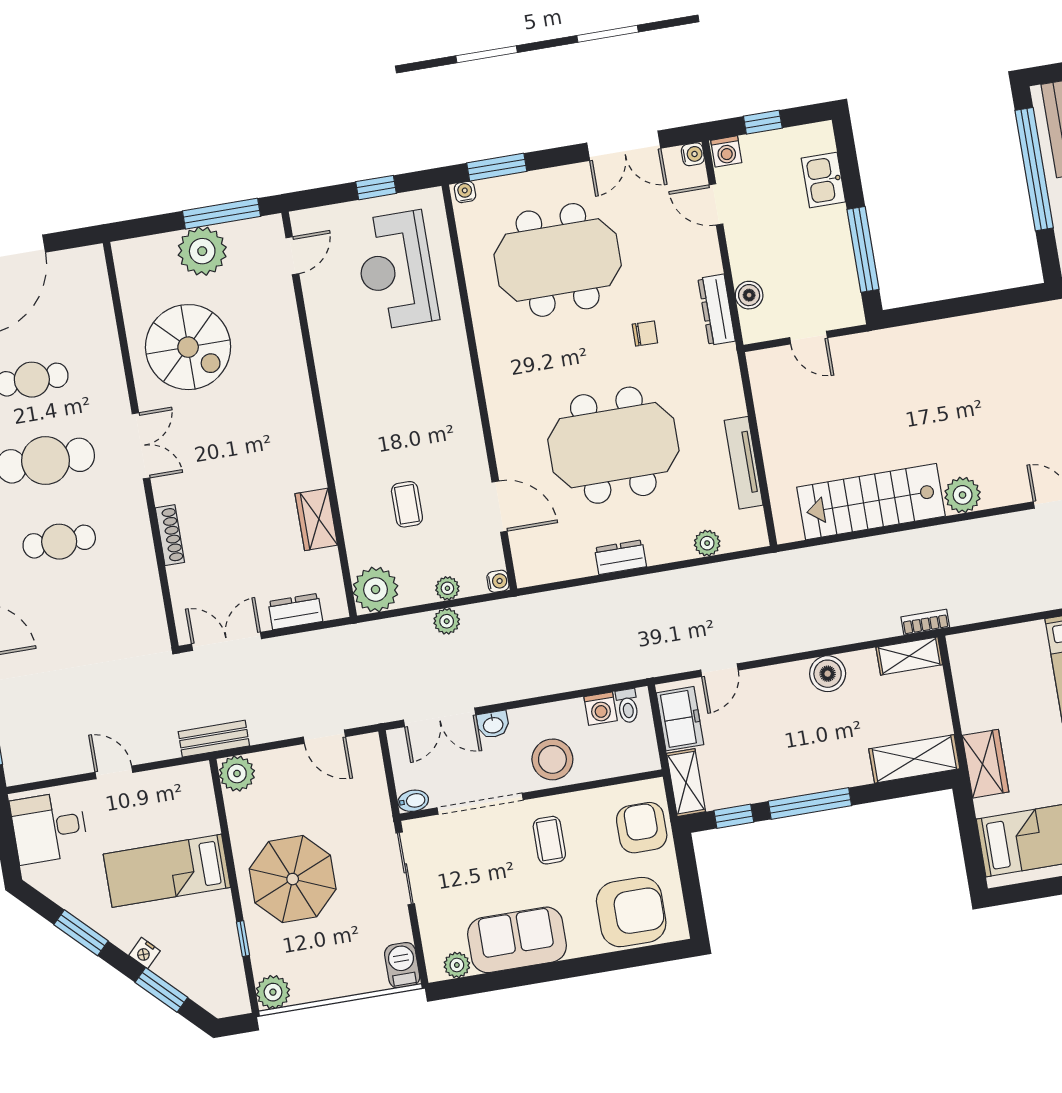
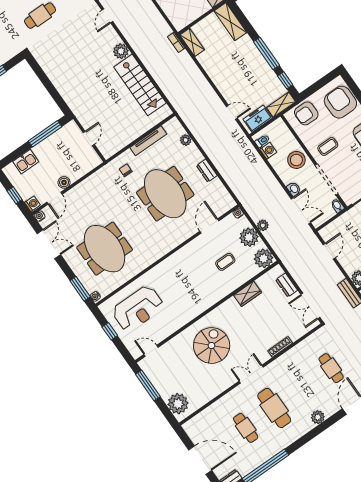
plant: (202, 251) -> (178, 404), moved
boiler: (749, 295) -> (64, 182), moved
dresser: (717, 310) -> (95, 179), removed
chair: (645, 333) -> (126, 170), moved
spiral stairs: (188, 347) -> (212, 346), moved
cafe table: (59, 542) -> (331, 368), moved
plant: (447, 588) -> (249, 237), width x1.88, depth x1.88
boiler: (828, 674) -> (214, 70), removed

